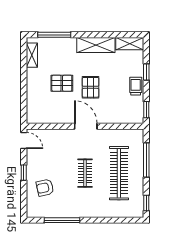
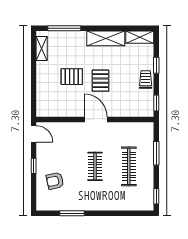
window: (146, 160) -> (156, 153), width x0.69
clothes rail: (119, 173) -> (129, 166), width x0.73, depth x0.76
window: (62, 220) -> (72, 213), width x0.69

